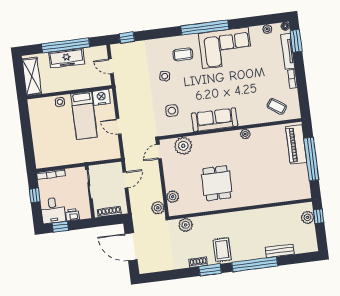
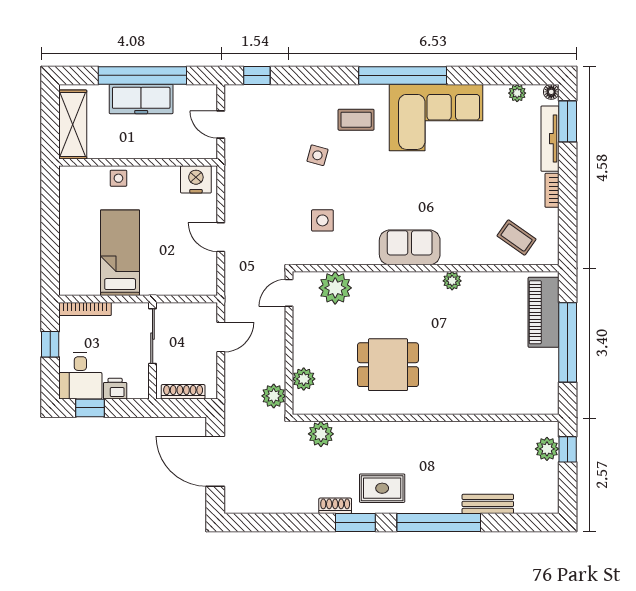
bed: (84, 115) -> (120, 253), moved, turned 180
sofa: (214, 120) -> (410, 247), width x0.73
dining table: (217, 183) -> (388, 365), turned 90
rug: (222, 250) -> (382, 488), turned 90

